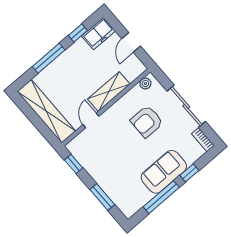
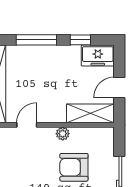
plant: (145, 84) -> (63, 134), moved
shelving: (109, 92) -> (90, 113), moved

